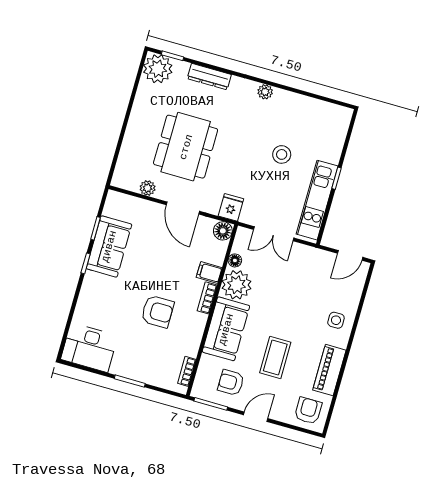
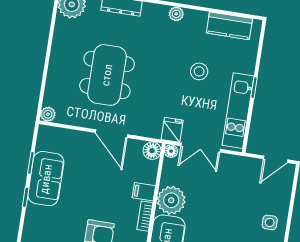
kitchen counter: (319, 111) -> (229, 26), added
plant: (148, 188) -> (48, 114), moved
fridge: (231, 207) -> (172, 130), moved
floor lamp: (235, 260) -> (171, 151), moved

